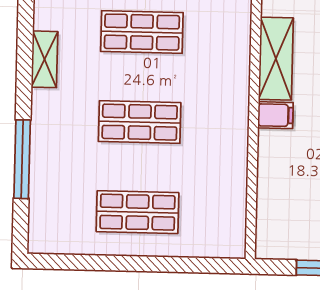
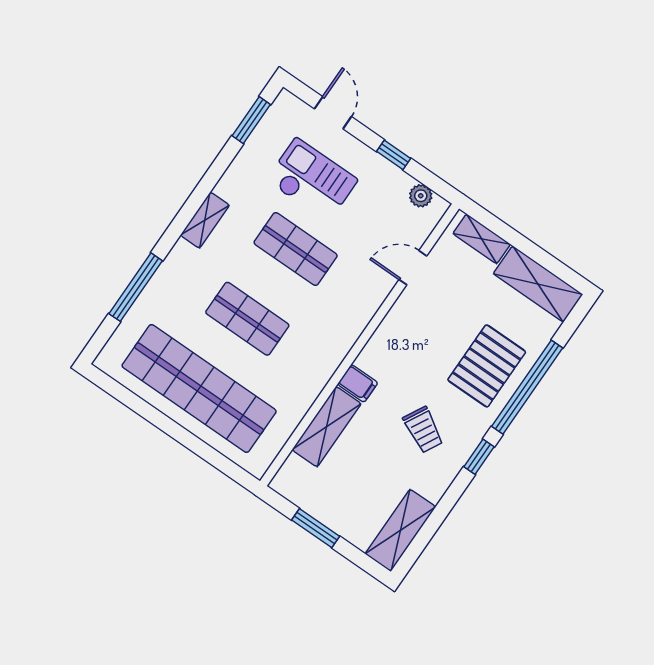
shelving: (276, 59) -> (327, 427), moved
shop shelf: (137, 212) -> (199, 388), width x2.00, depth x1.36

